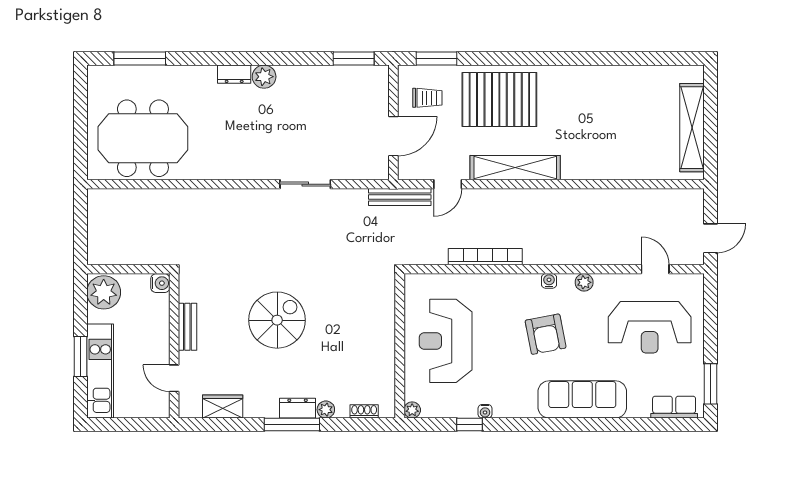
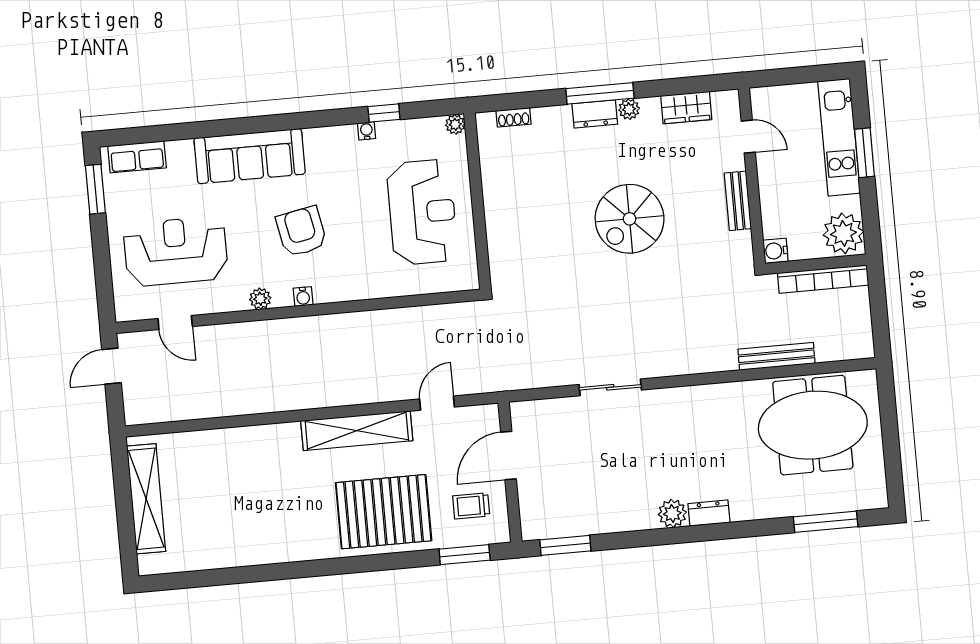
bench: (400, 197) -> (776, 356), moved
bookcase: (485, 257) -> (823, 279), moved
plant: (326, 410) -> (629, 109), moved

